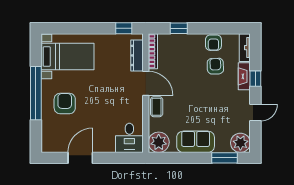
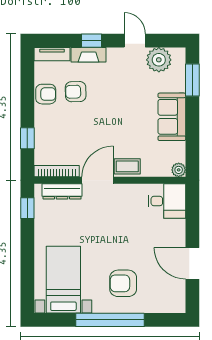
plant: (159, 142) -> (179, 170), width x0.53, depth x0.53
plant: (240, 143) -> (159, 60), moved

